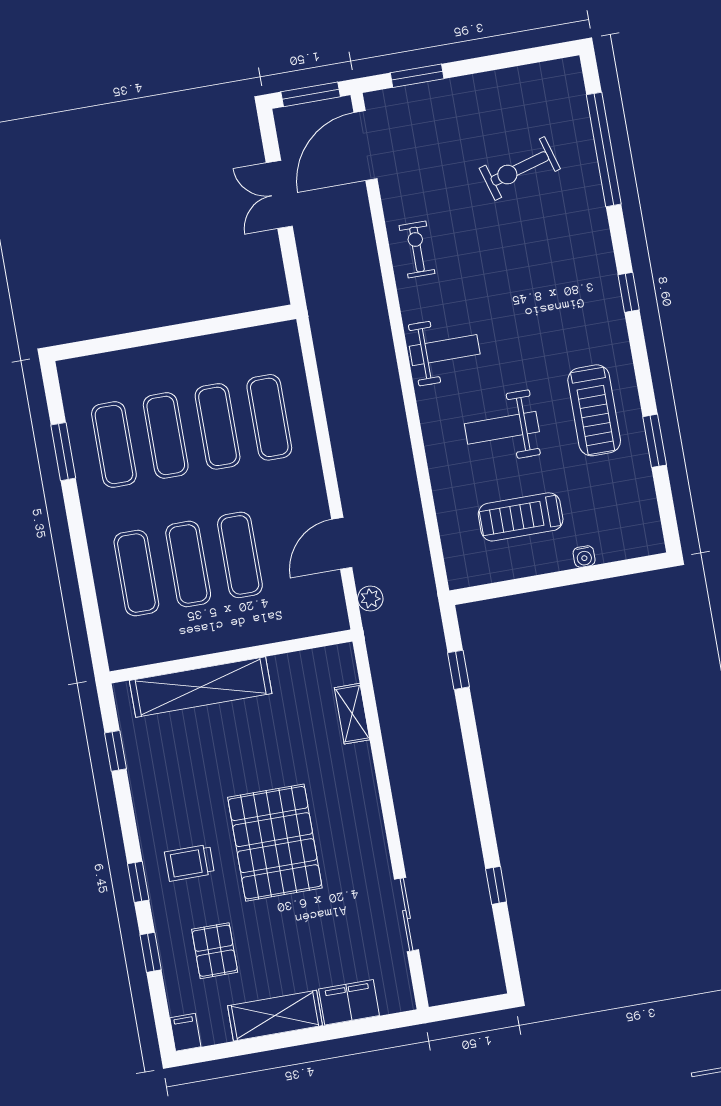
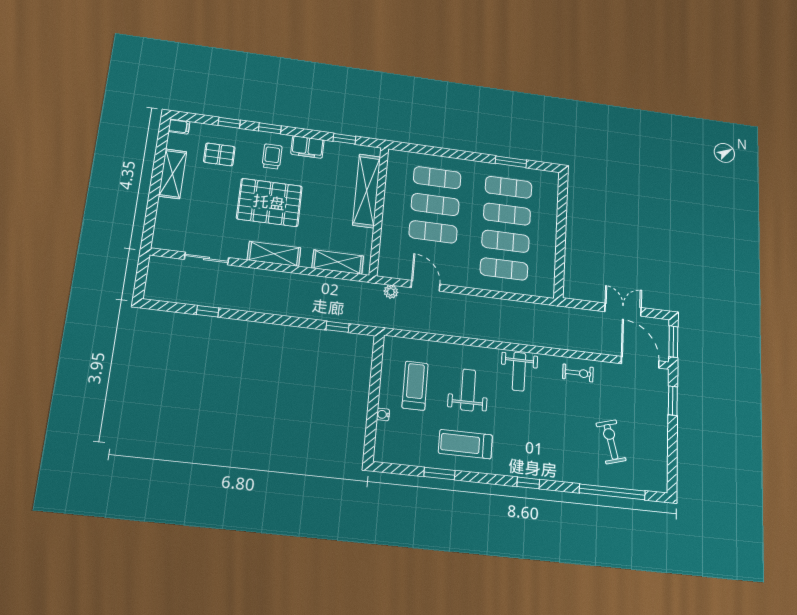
shelving: (352, 714) -> (338, 262), width x1.50, depth x1.33
shelving: (364, 809) -> (274, 254), added
filing cabinet: (349, 1002) -> (307, 147), moved, turned 90

